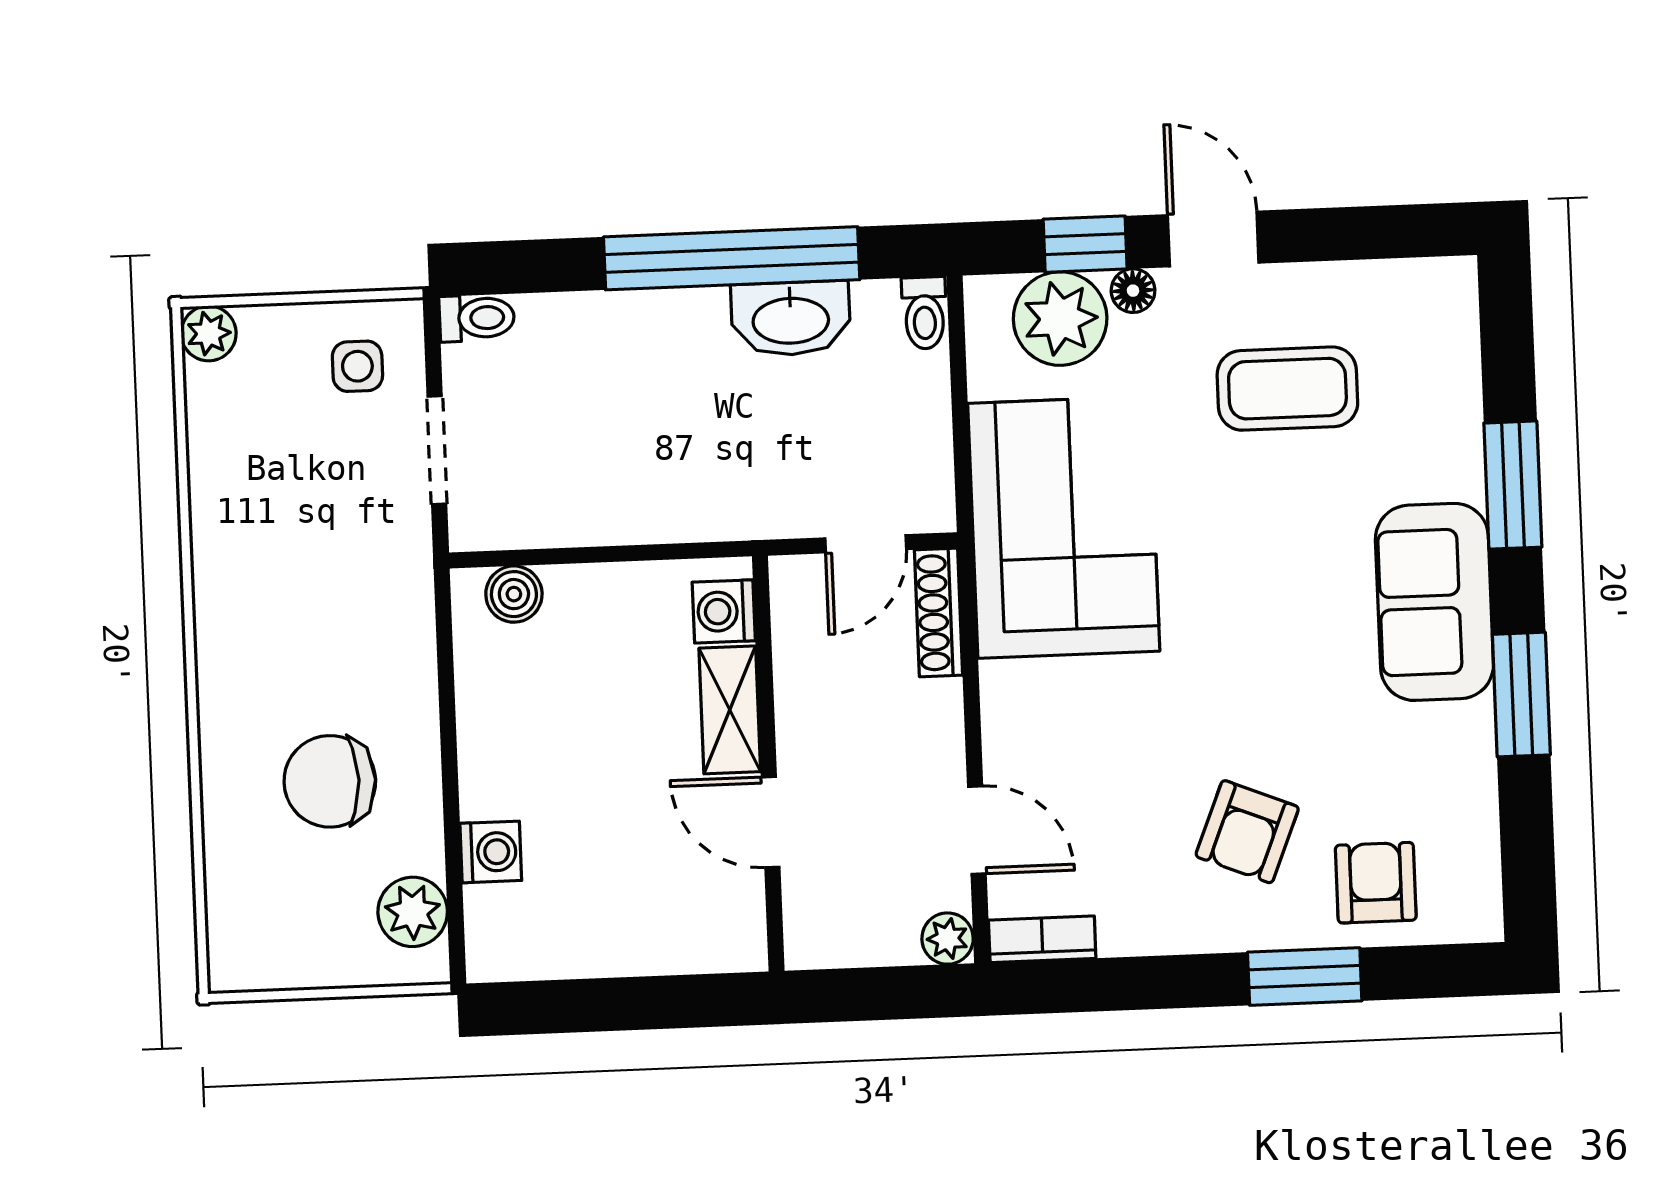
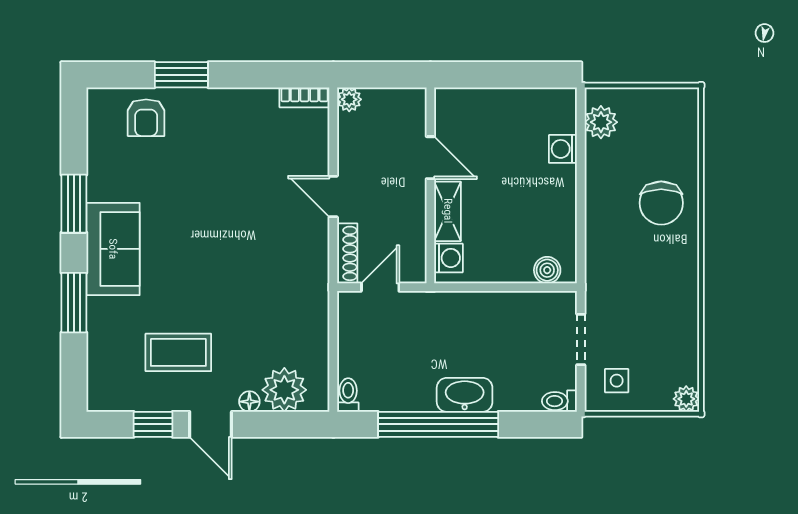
window: (1085, 244) -> (153, 424), moved
washbasin: (791, 319) -> (465, 395), moved
corner sofa: (1064, 527) -> (287, 291), removed
chair: (330, 781) -> (661, 203), moved, turned 90
door: (977, 830) -> (333, 196), moved
armchair: (1247, 832) -> (206, 144), removed

